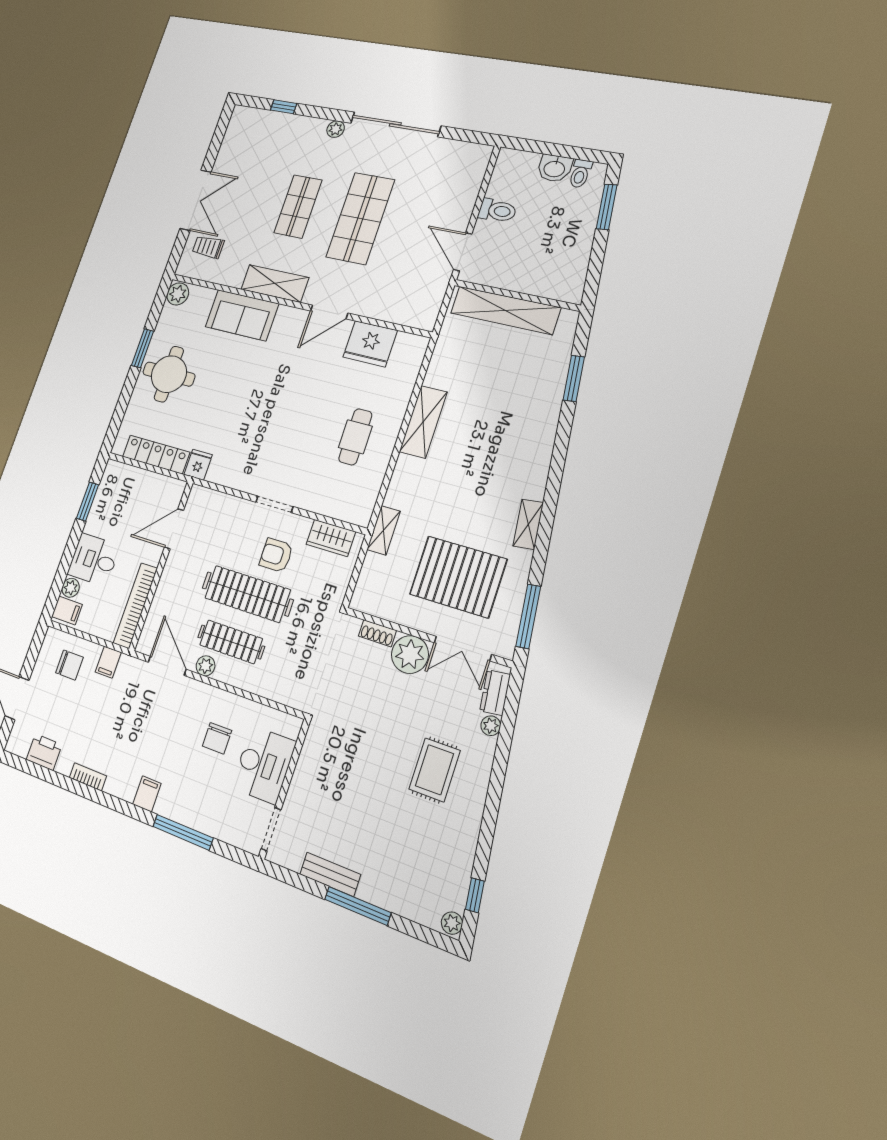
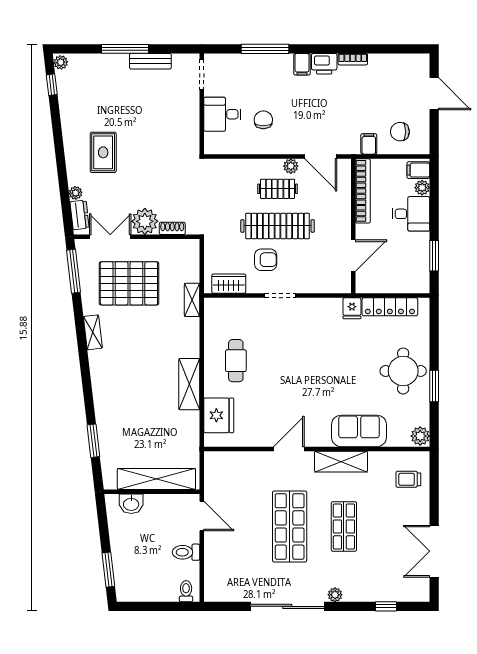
washbasin: (555, 168) -> (131, 504), moved, turned 180
toilet: (580, 174) -> (186, 591), moved
double door: (196, 200) -> (434, 551), moved
trolley: (208, 247) -> (408, 479), turned 180
fridge: (370, 344) -> (219, 415), moved, turned 90
clothes rail: (231, 642) -> (278, 189), width x0.73
printer: (44, 752) -> (324, 64), moved
desk: (264, 765) -> (222, 114), width x0.73

